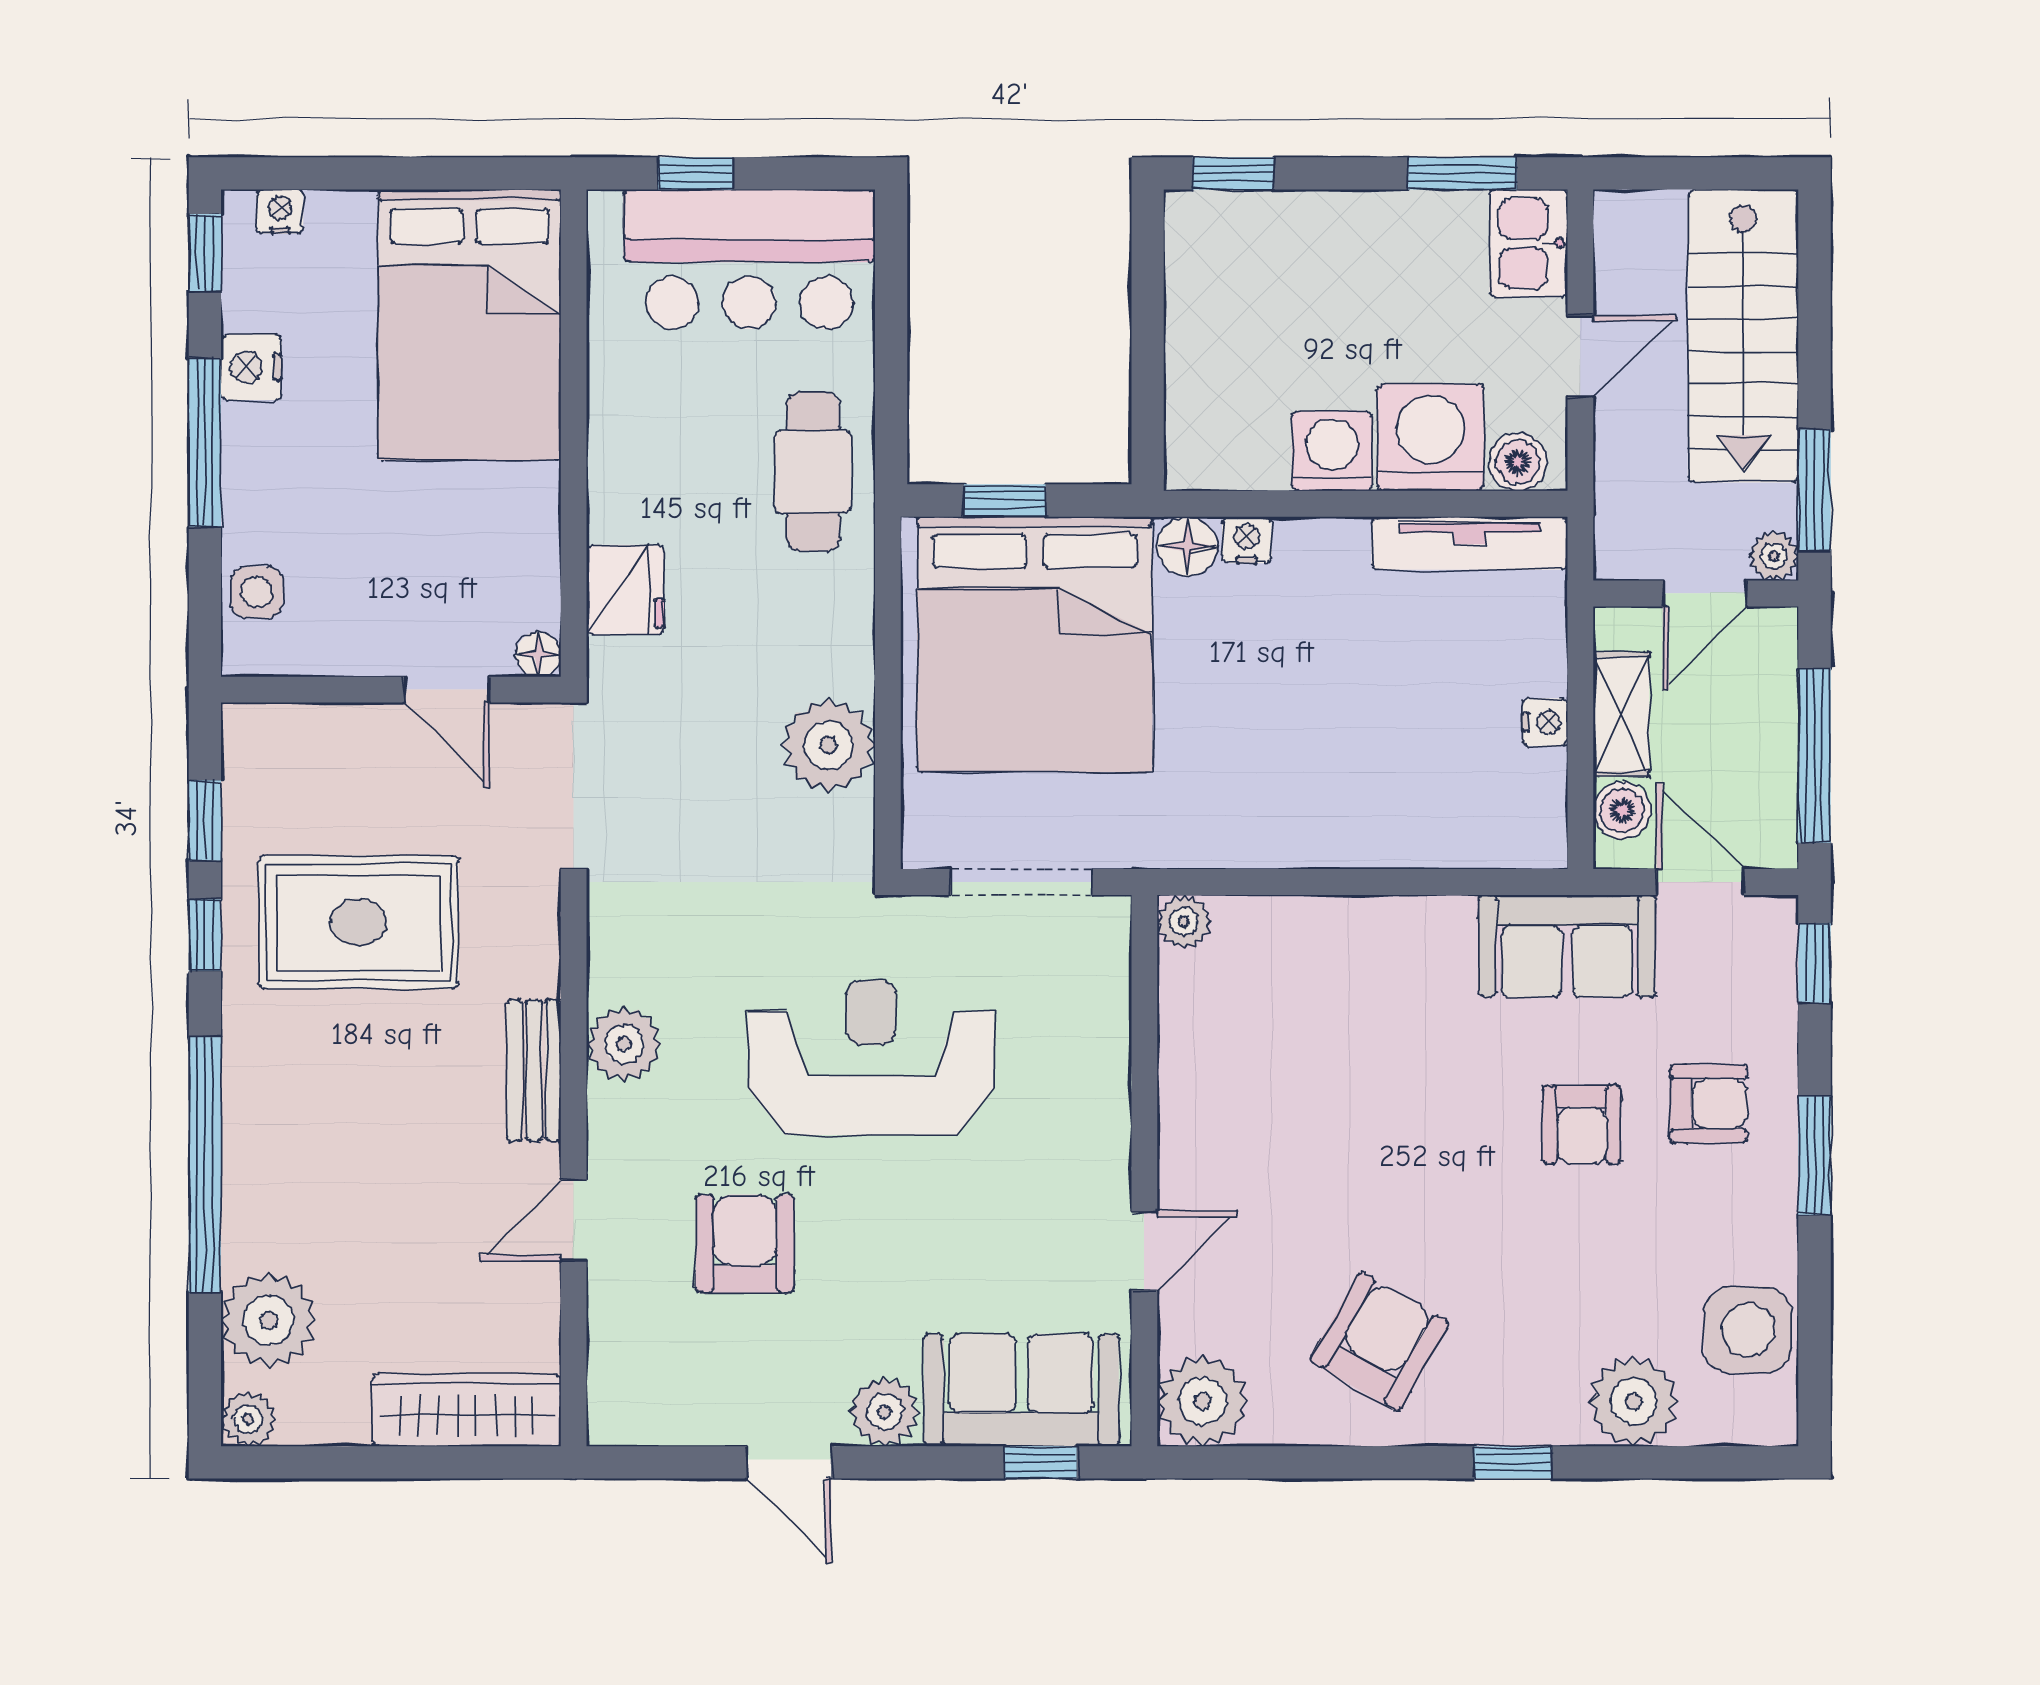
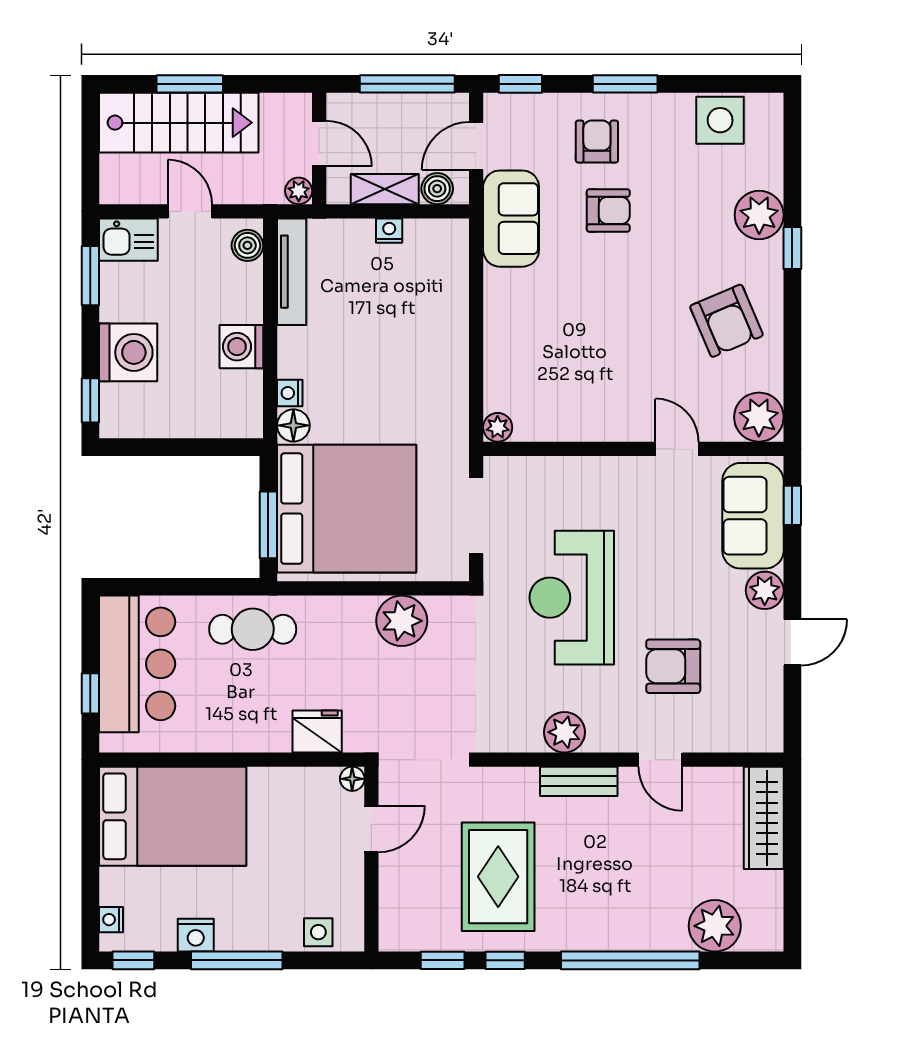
washing machine: (1430, 438) -> (128, 352), moved, turned 180
window: (1814, 490) -> (190, 84), moved
window: (1005, 500) -> (268, 525), width x1.50
plant: (1774, 556) -> (299, 191), moved
armchair: (1379, 1342) -> (726, 321), turned -143
plant: (1634, 1402) -> (759, 215), moved
plant: (248, 1419) -> (769, 937), removed

